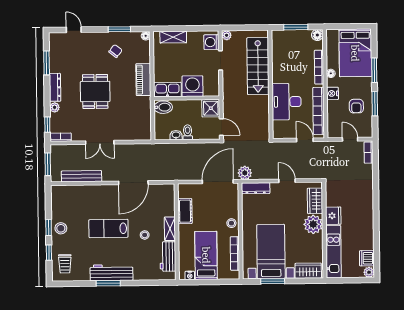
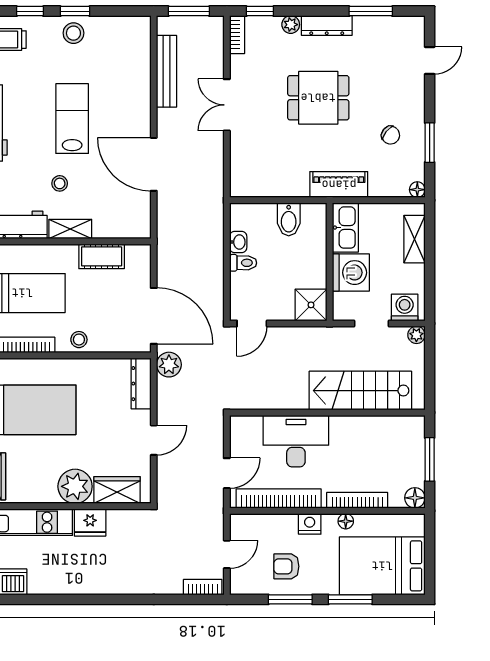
washing machine: (192, 86) -> (351, 273), moved
kitchen sink: (167, 90) -> (345, 228), moved
wall: (187, 98) -> (330, 262), moved
shower: (211, 108) -> (311, 305), moved

